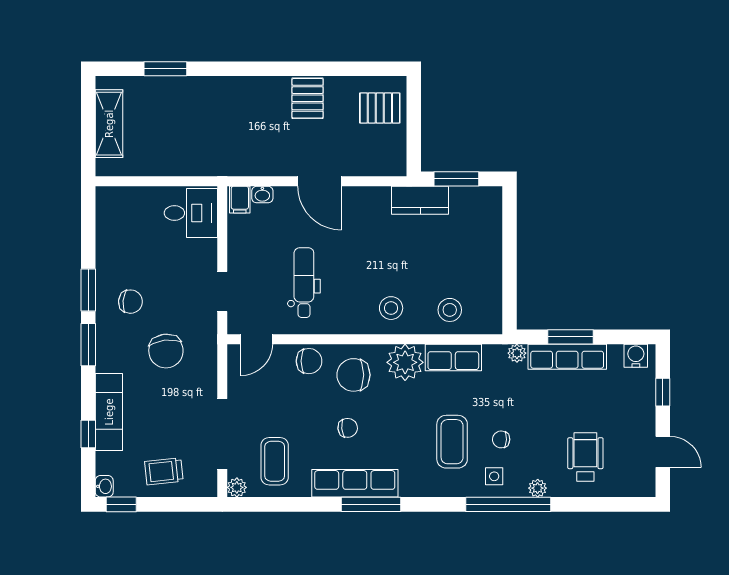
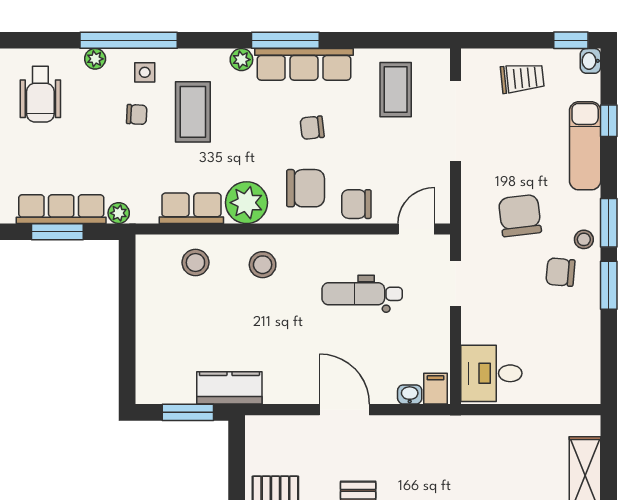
dental chair: (304, 283) -> (362, 294), turned 90
stool: (110, 330) -> (584, 239), added
plant: (237, 487) -> (241, 60), moved

